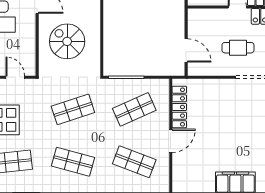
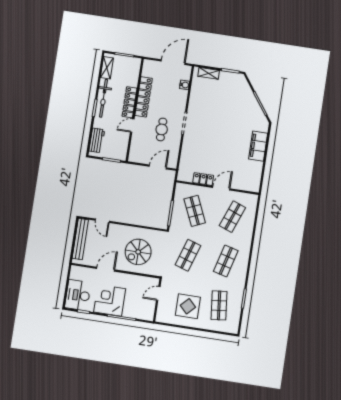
locker: (179, 107) -> (203, 179), width x0.66
shop shelf: (73, 109) -> (188, 255), turned 36
door: (171, 141) -> (221, 188), hinge flipped

